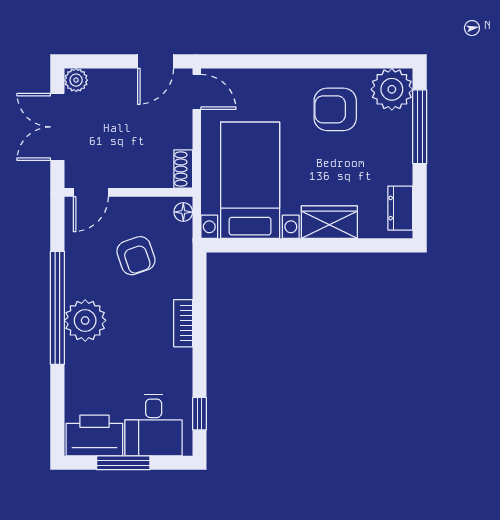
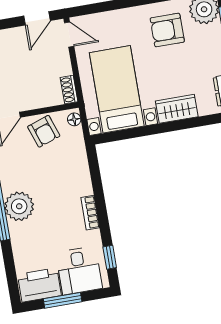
armchair: (136, 256) -> (44, 131), moved
bookcase: (183, 323) -> (90, 213), moved

